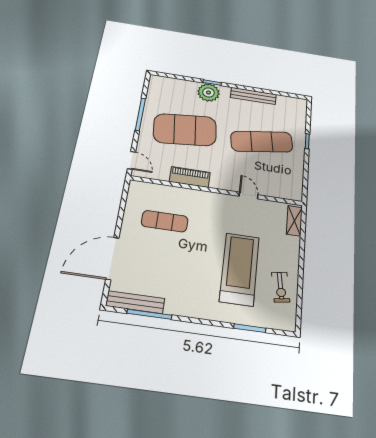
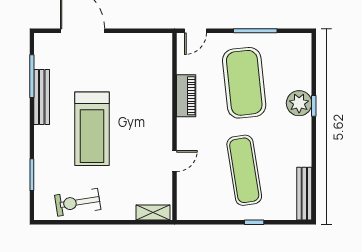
bench: (253, 96) -> (304, 194), moved
exercise mat: (165, 221) -> (131, 76), removed
treadmill: (240, 269) -> (92, 129), moved, turned 90
exercise bike: (281, 287) -> (78, 202), width x1.38, depth x1.39
bench: (135, 302) -> (42, 97), moved

